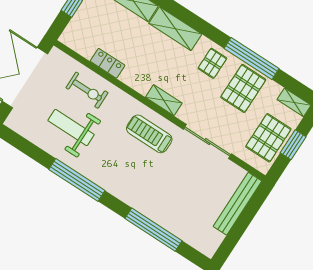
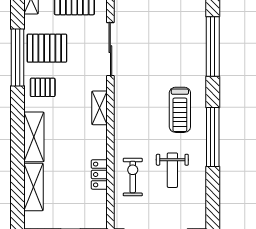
weight bench: (71, 128) -> (172, 170), width x0.73, depth x0.75
treadmill: (149, 134) -> (180, 110), moved

